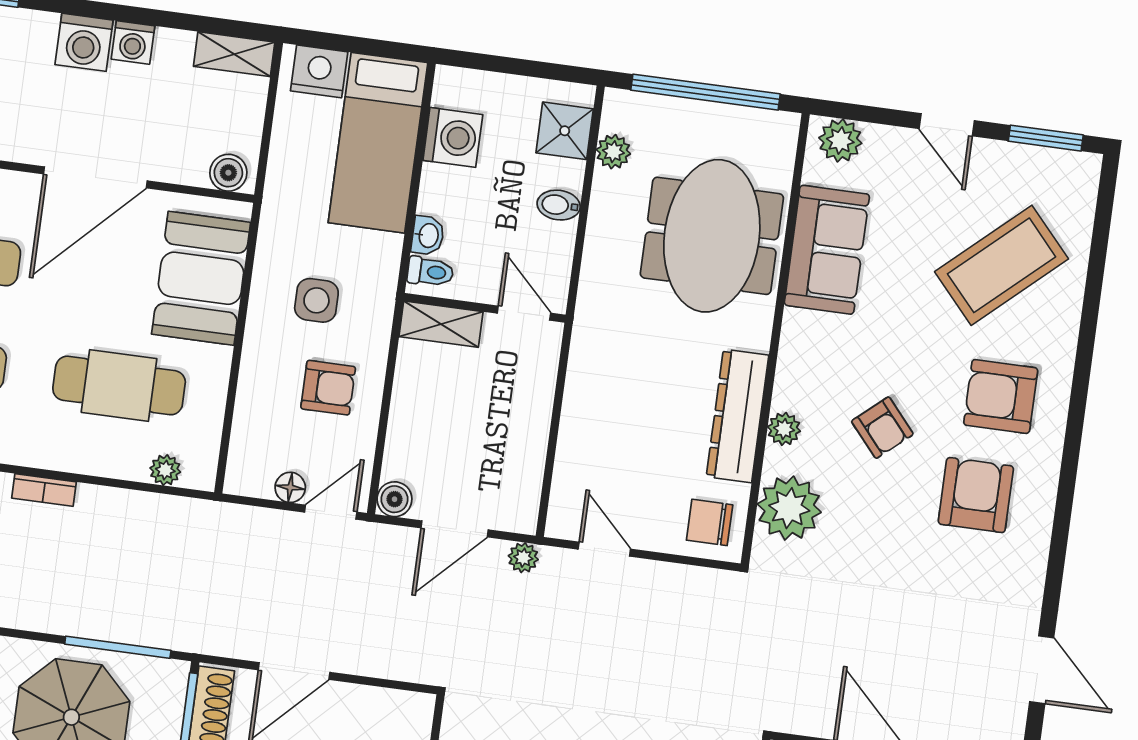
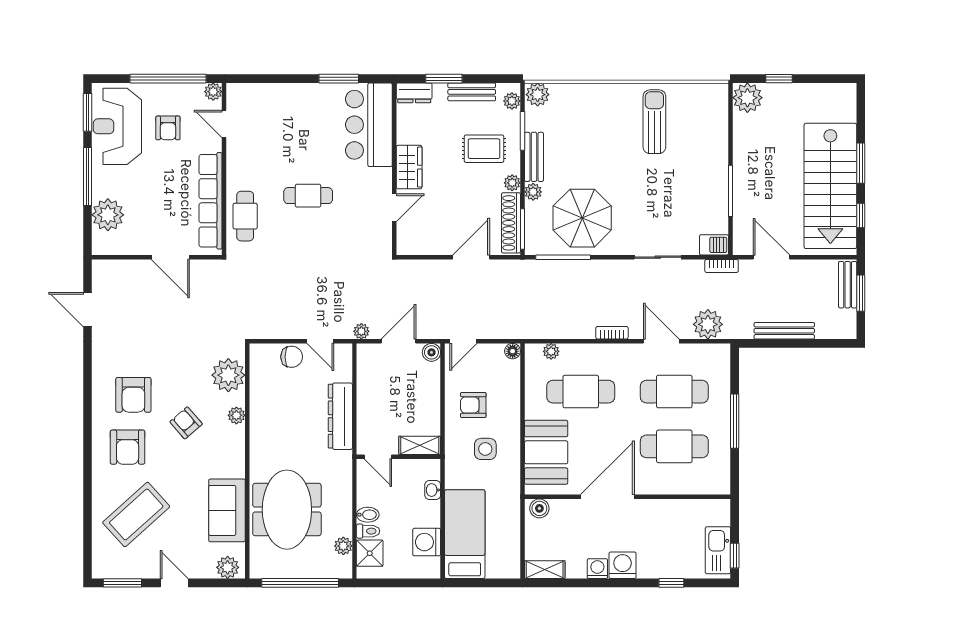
nightstand: (319, 71) -> (500, 567), removed
toilet: (430, 272) -> (368, 531), moved, turned 180
armchair: (1001, 396) -> (128, 447), turned 90
dresser: (738, 416) -> (340, 416), moved, turned 180
floor lamp: (290, 487) -> (513, 351), moved
chair: (710, 522) -> (292, 357), moved

